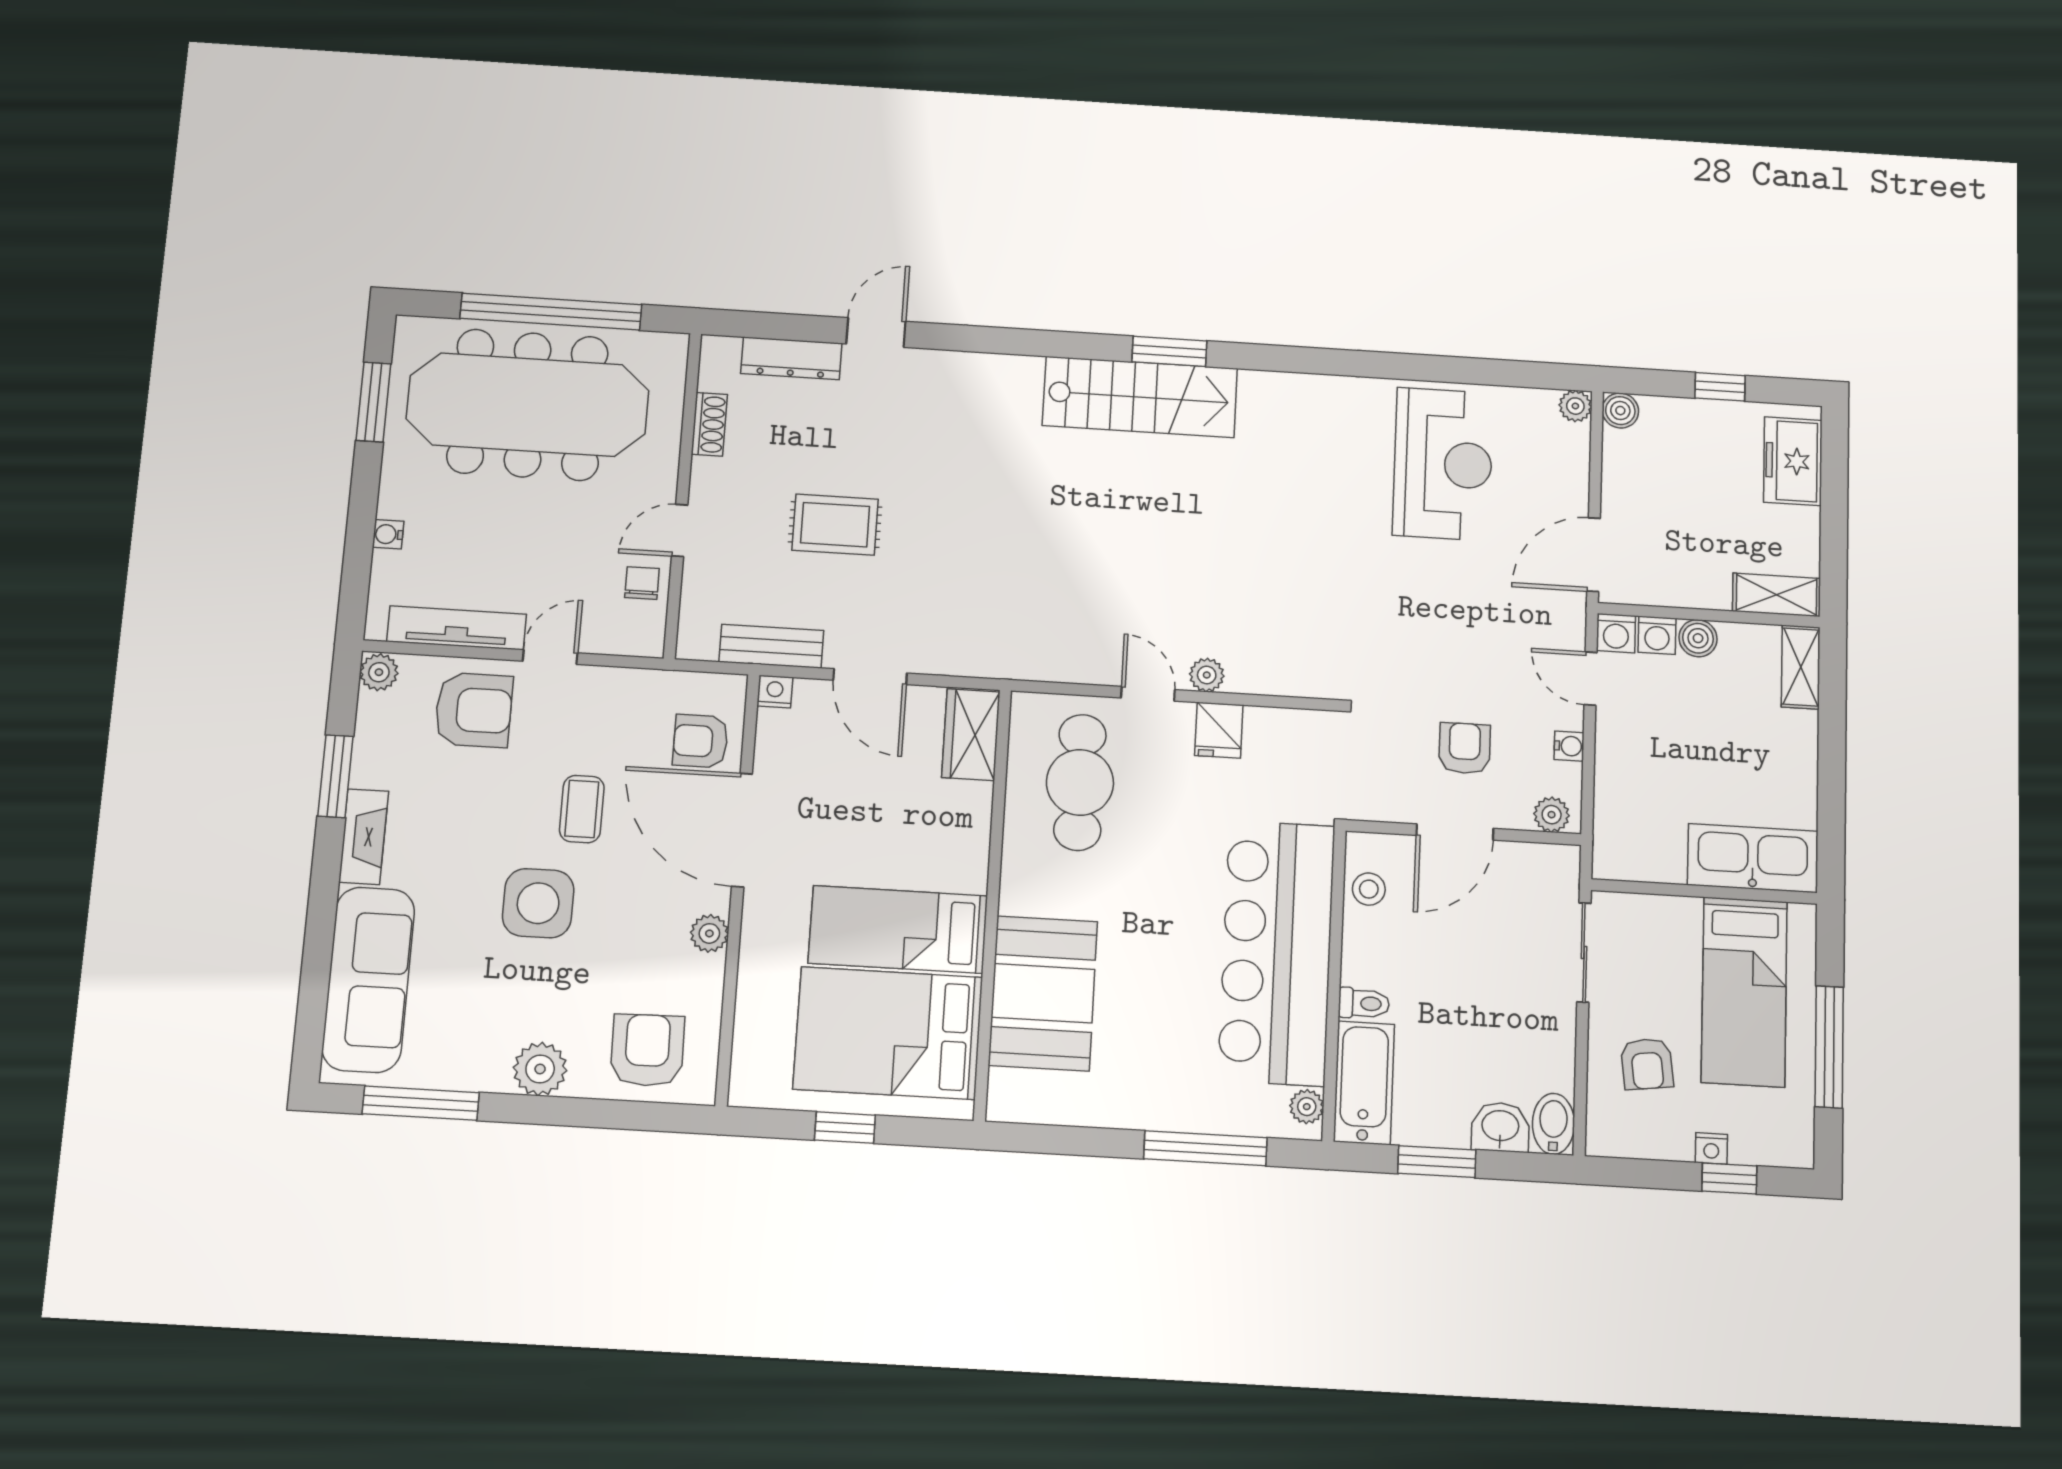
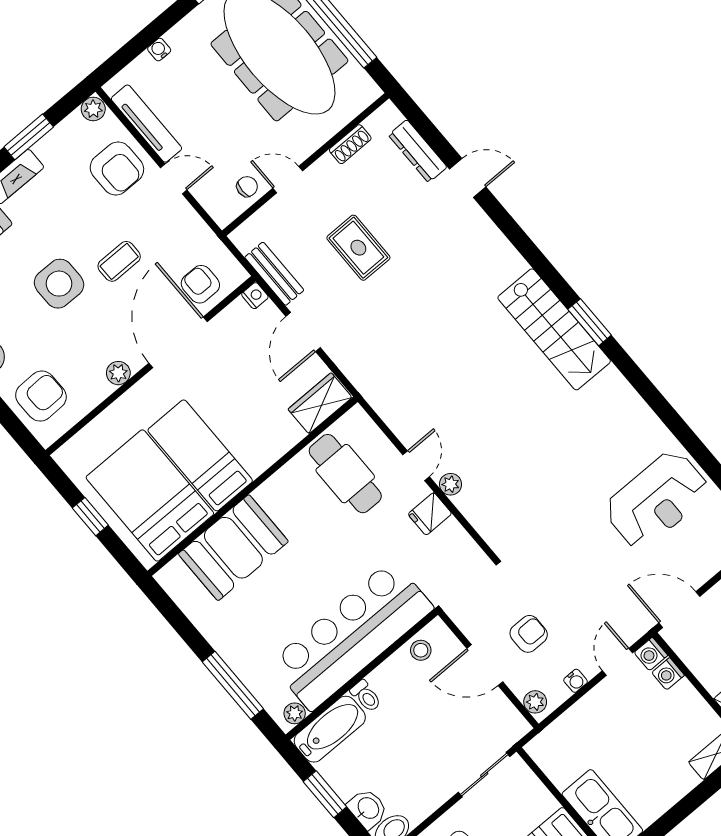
boiler: (1698, 638) -> (685, 694), removed
cafe table: (1080, 782) -> (345, 474), turned 90

